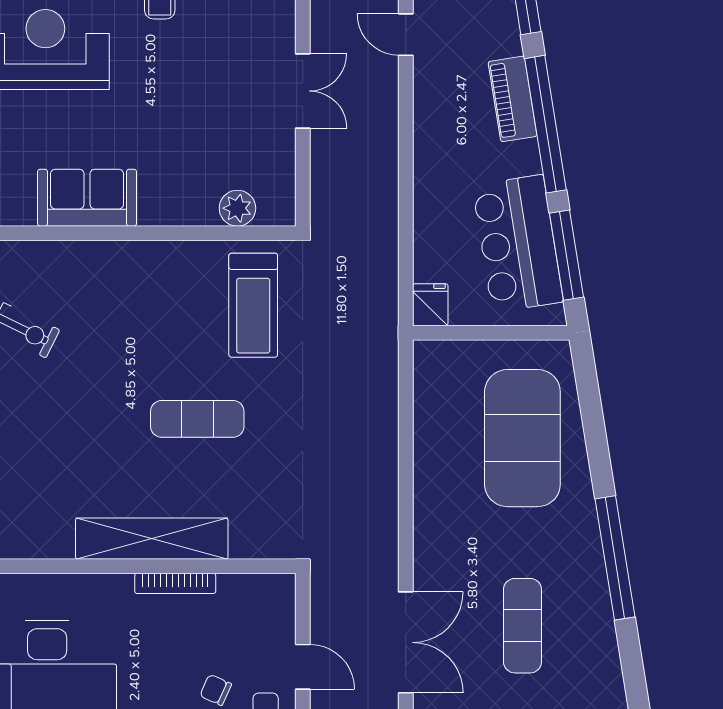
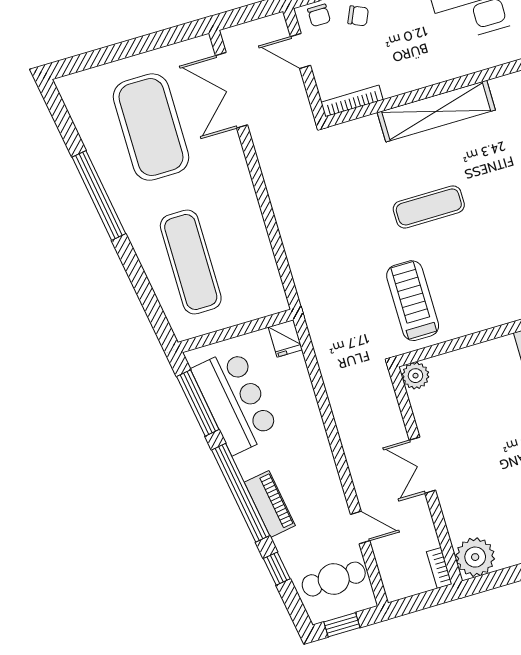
plant: (237, 208) -> (415, 376), moved
exercise mat: (522, 438) -> (191, 262), width x0.68
bookcase: (175, 583) -> (352, 101), moved
exercise mat: (522, 626) -> (151, 127), width x2.00, depth x1.45

